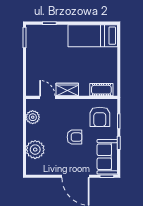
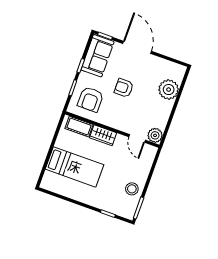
bed: (93, 36) -> (75, 167), moved
stool: (36, 52) -> (132, 189), added
wardrobe: (67, 90) -> (103, 135), moved
plant: (33, 117) -> (155, 135), moved
armchair: (100, 117) -> (91, 99), turned 180

